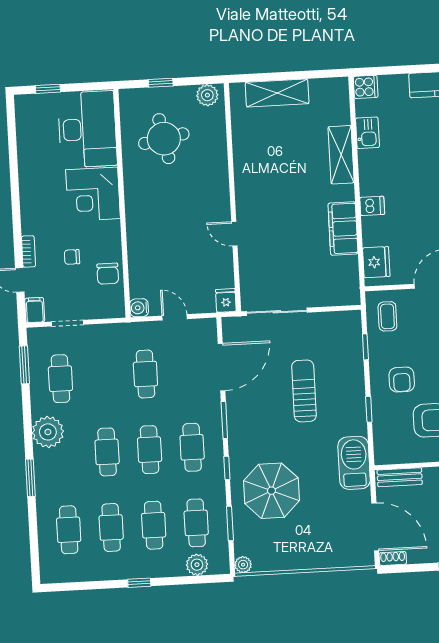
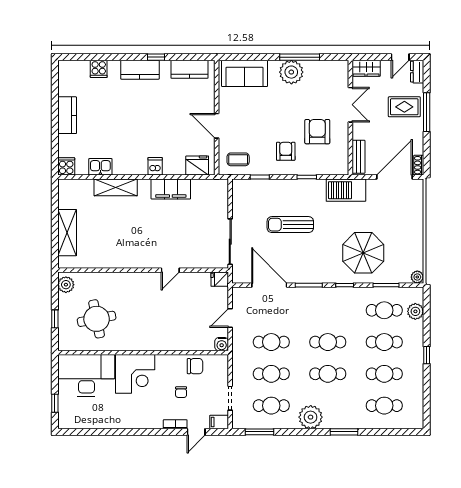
armchair: (402, 380) -> (286, 151), turned -90
cafe table: (192, 447) -> (271, 374), moved

